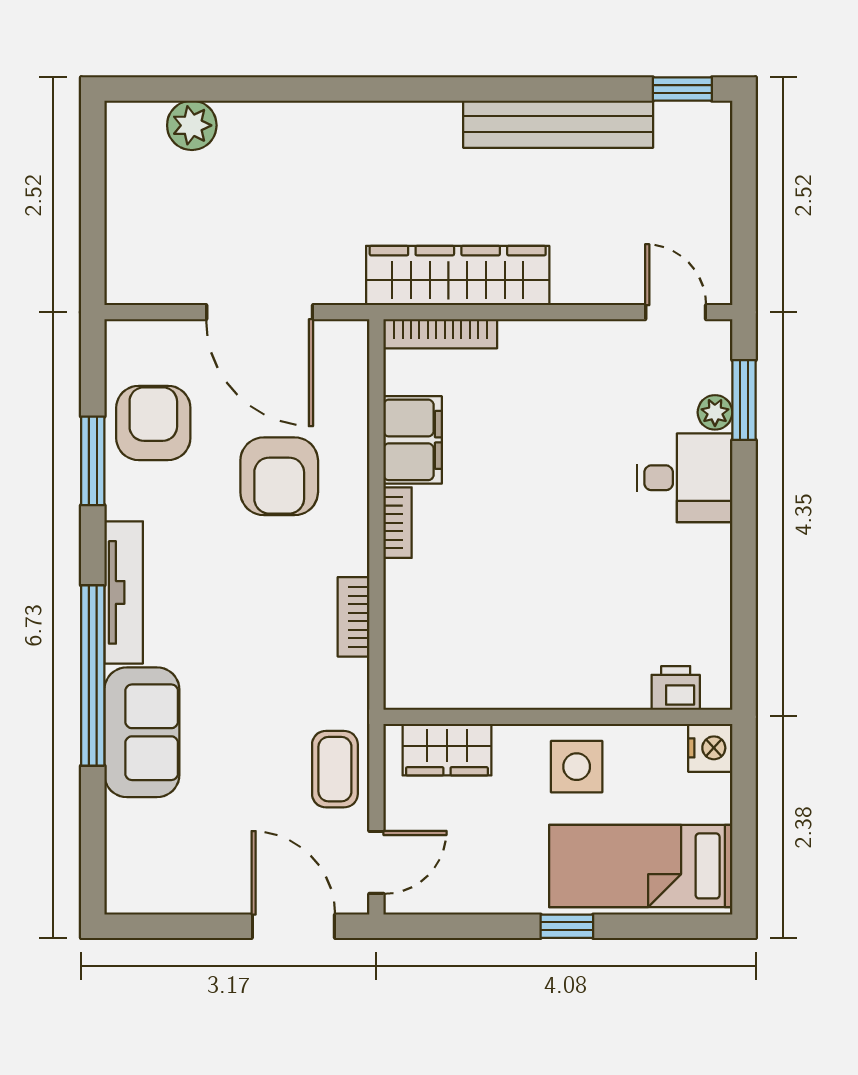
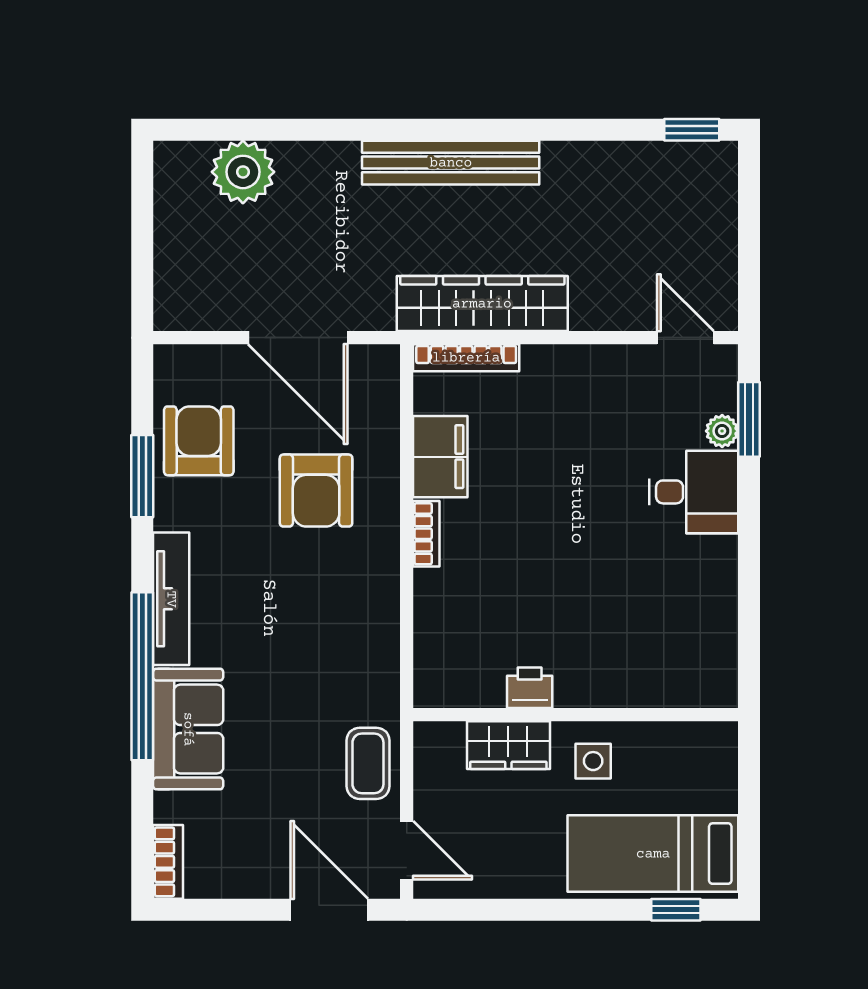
bench: (558, 124) -> (451, 163), moved
plant: (192, 125) -> (243, 172), width x1.36, depth x1.36
bookcase: (354, 617) -> (168, 862), moved, turned 180
printer: (676, 688) -> (530, 688), moved
nightstand: (710, 748) -> (718, 744), removed
wardrobe: (447, 750) -> (508, 745), moved
side table: (577, 767) -> (593, 761), width x0.73, depth x0.73
door: (376, 862) -> (407, 850), hinge flipped
window: (567, 926) -> (676, 910), moved

